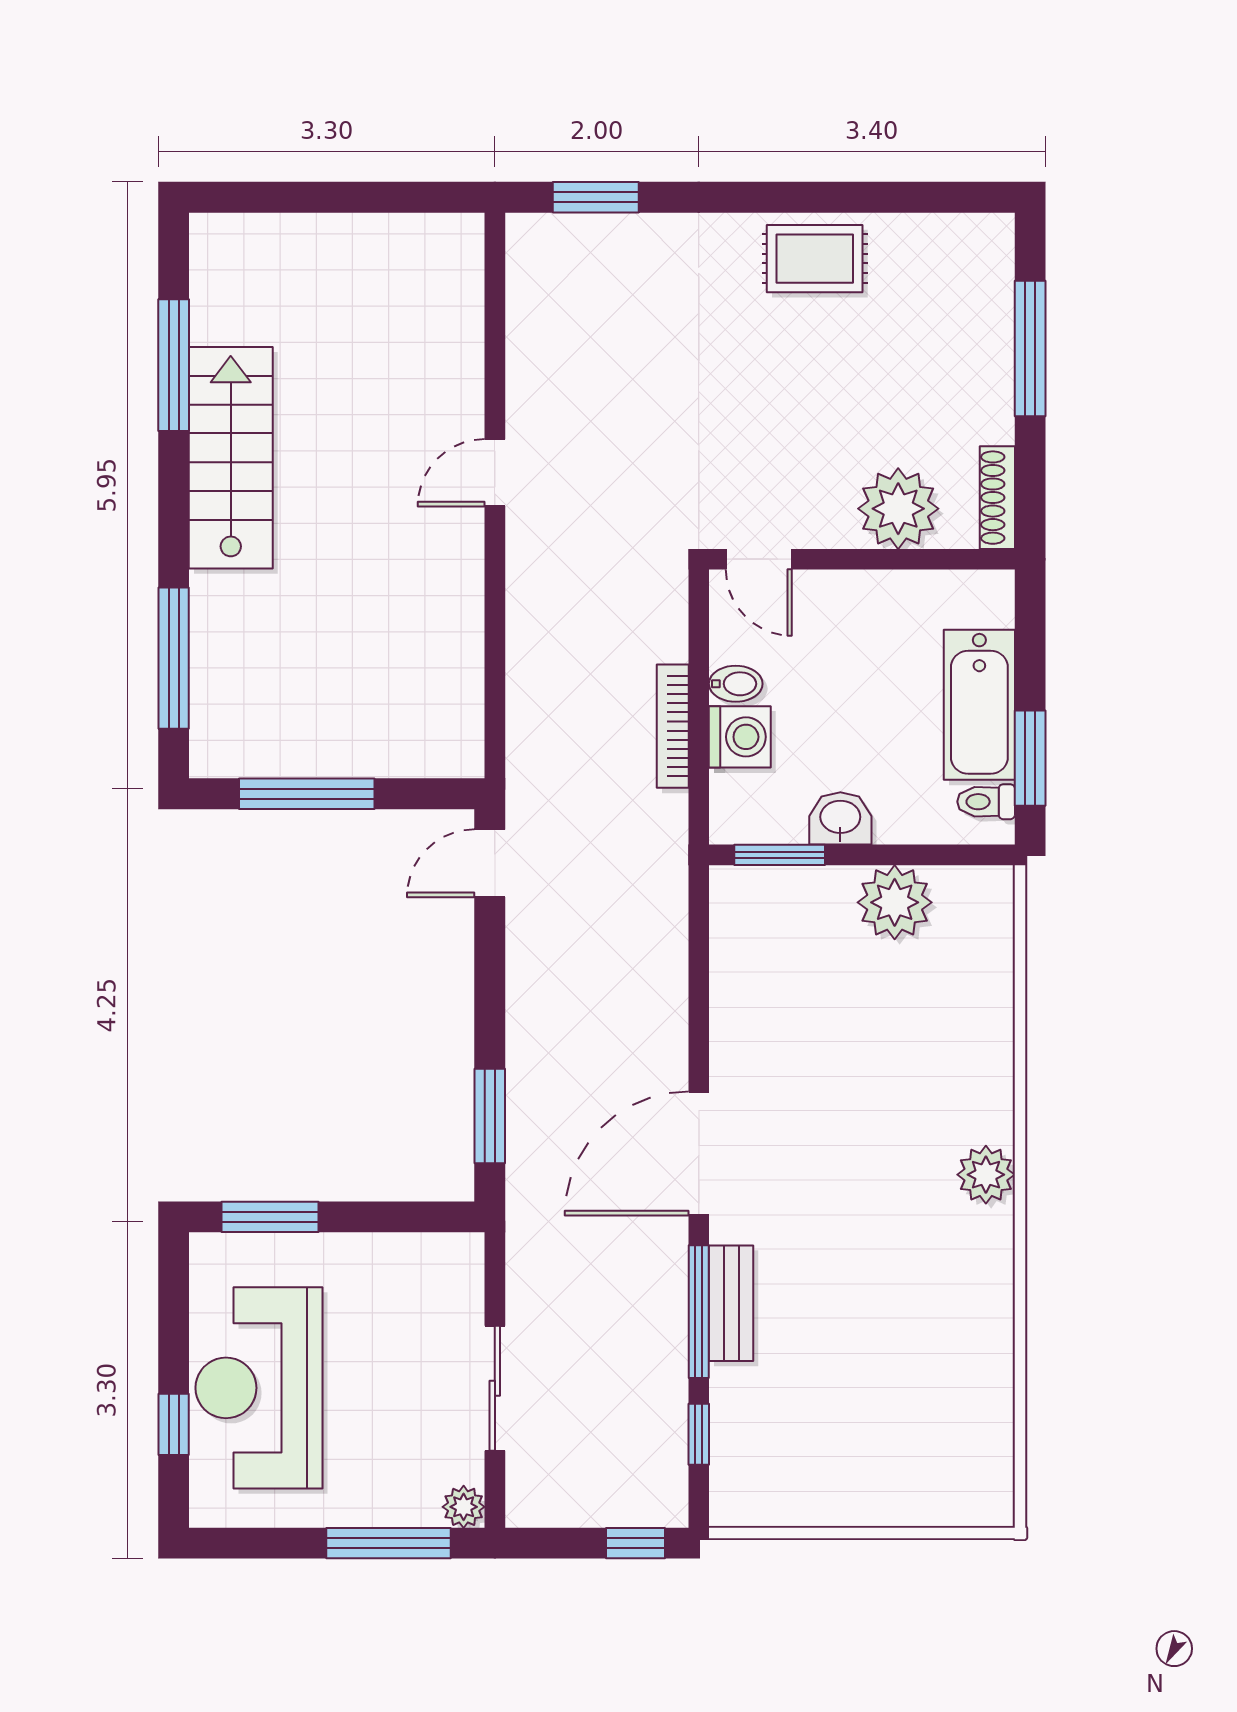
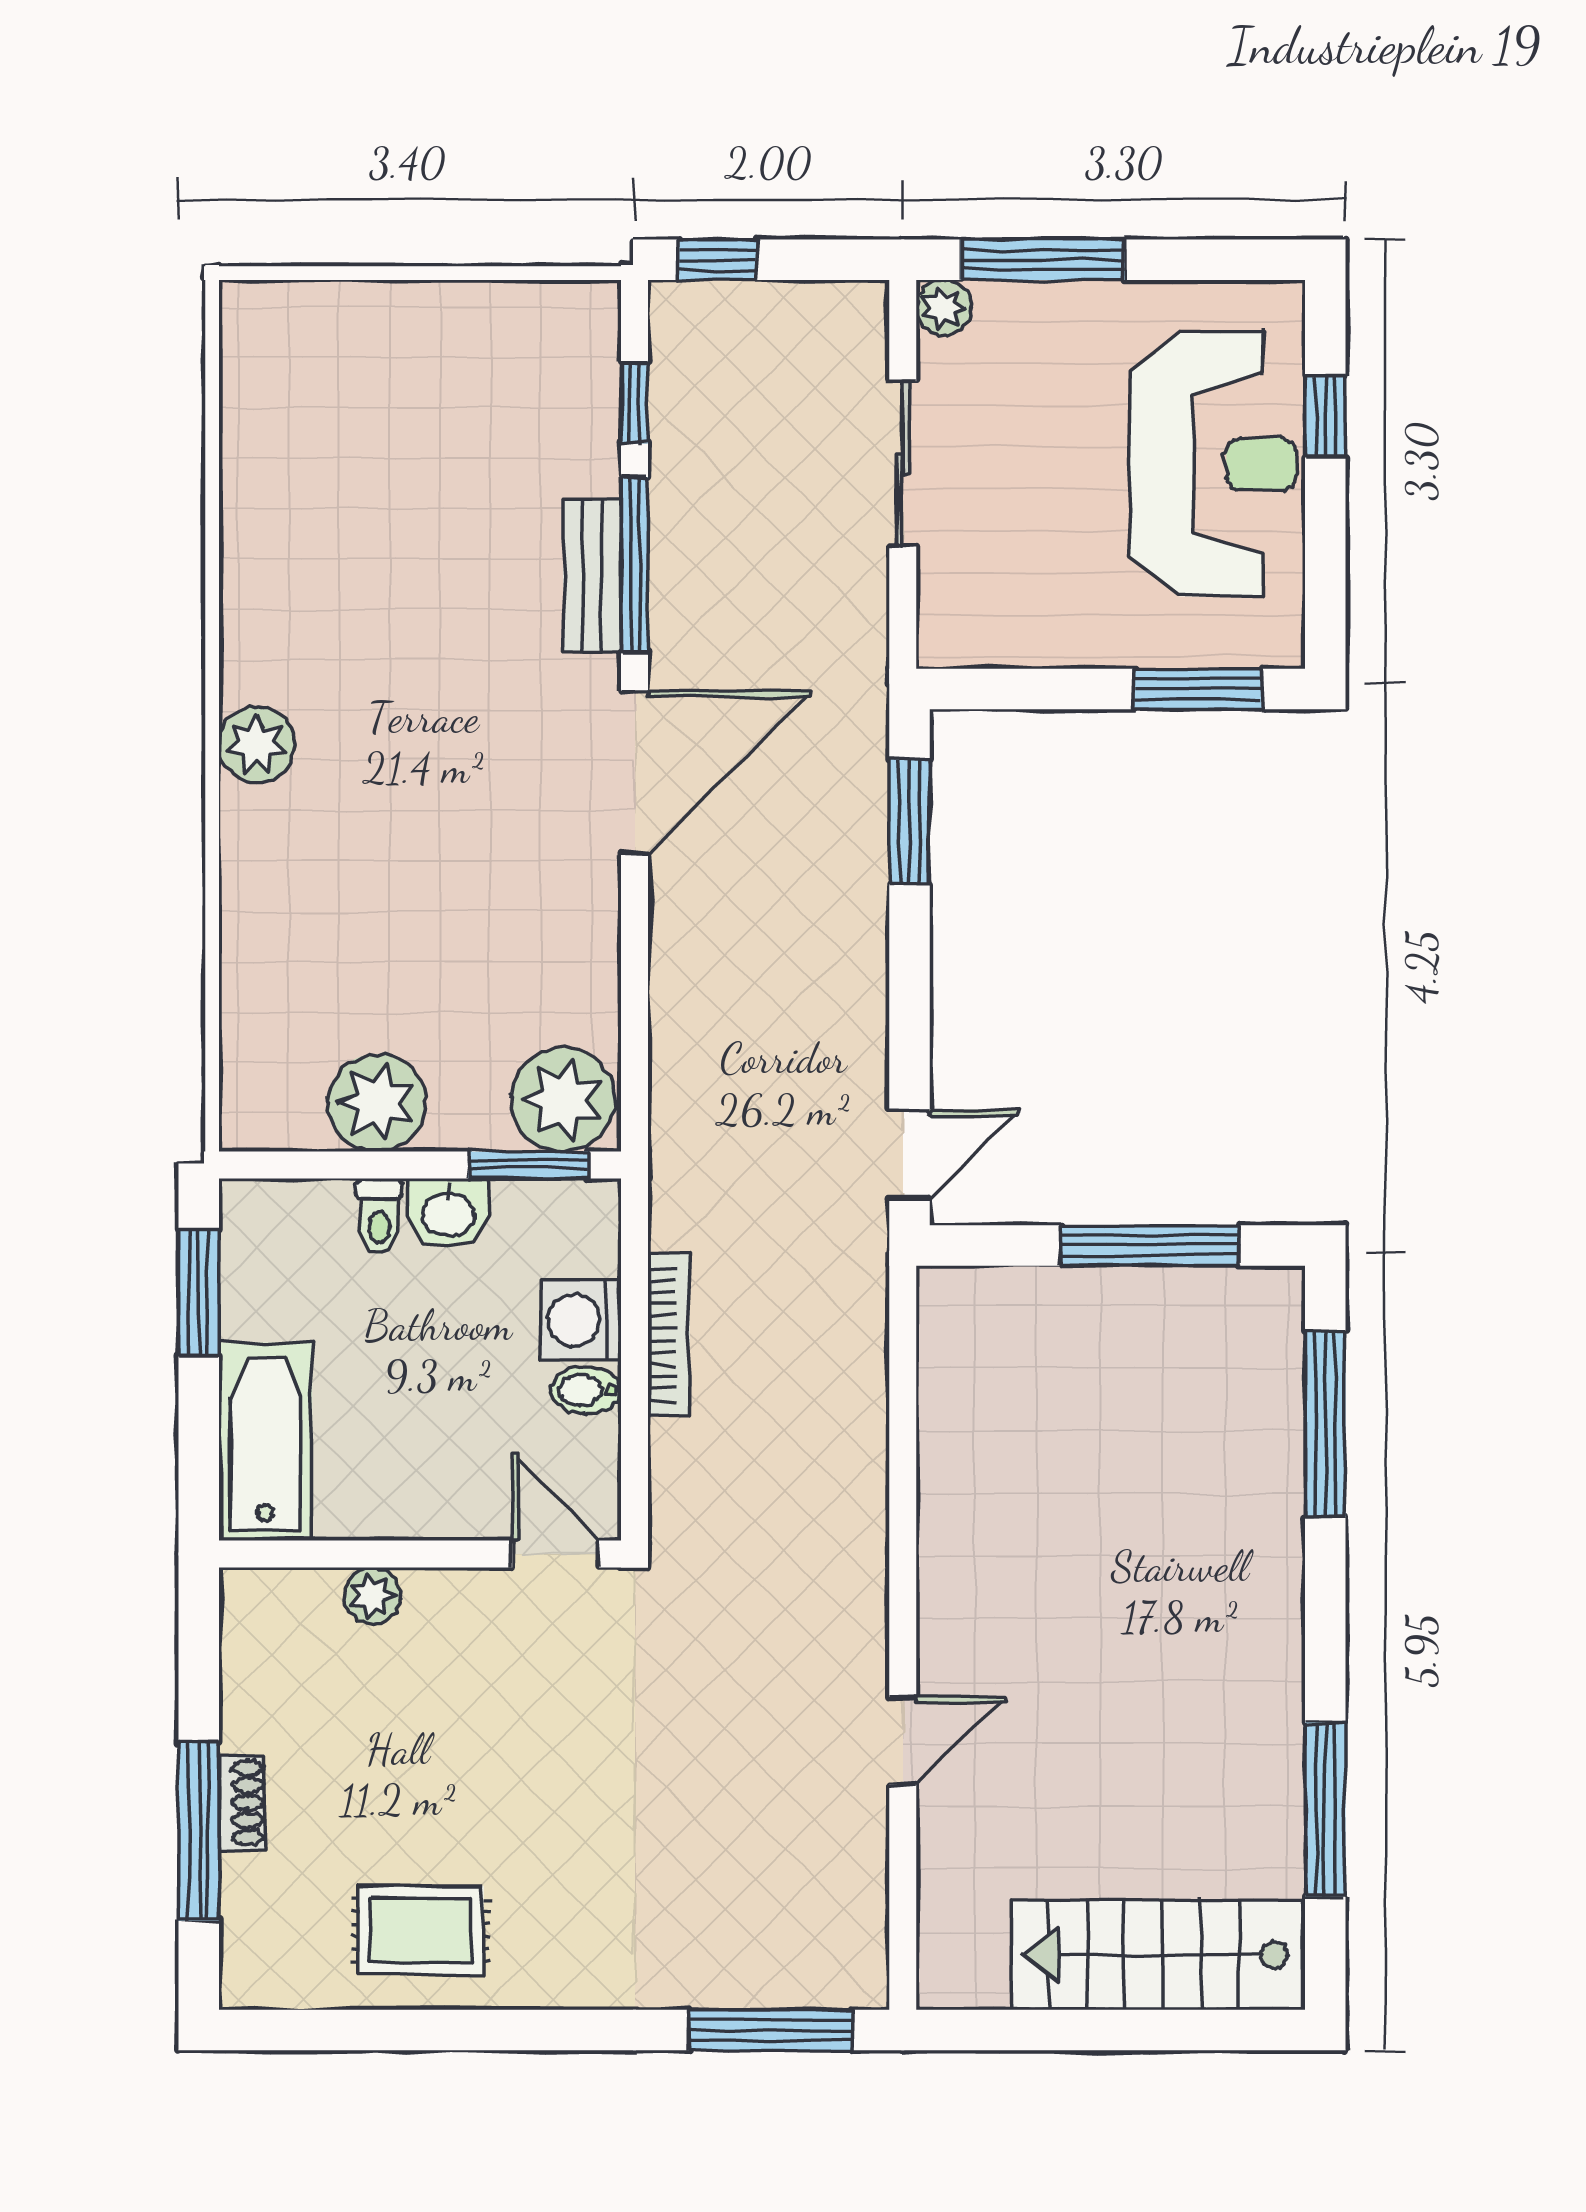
window: (596, 197) -> (770, 2030), width x1.44
rug: (815, 259) -> (421, 1930), moved
stairs: (231, 458) -> (1157, 1955), moved, turned 90
door: (495, 473) -> (903, 1741), moved
shoe rack: (997, 498) -> (242, 1803), moved, width x0.70
plant: (898, 509) -> (372, 1596), width x0.53, depth x0.53
bathtub: (979, 705) -> (265, 1442), moved
toilet: (986, 802) -> (379, 1216), moved, turned 90
plant: (753, 905) -> (563, 1100), added

